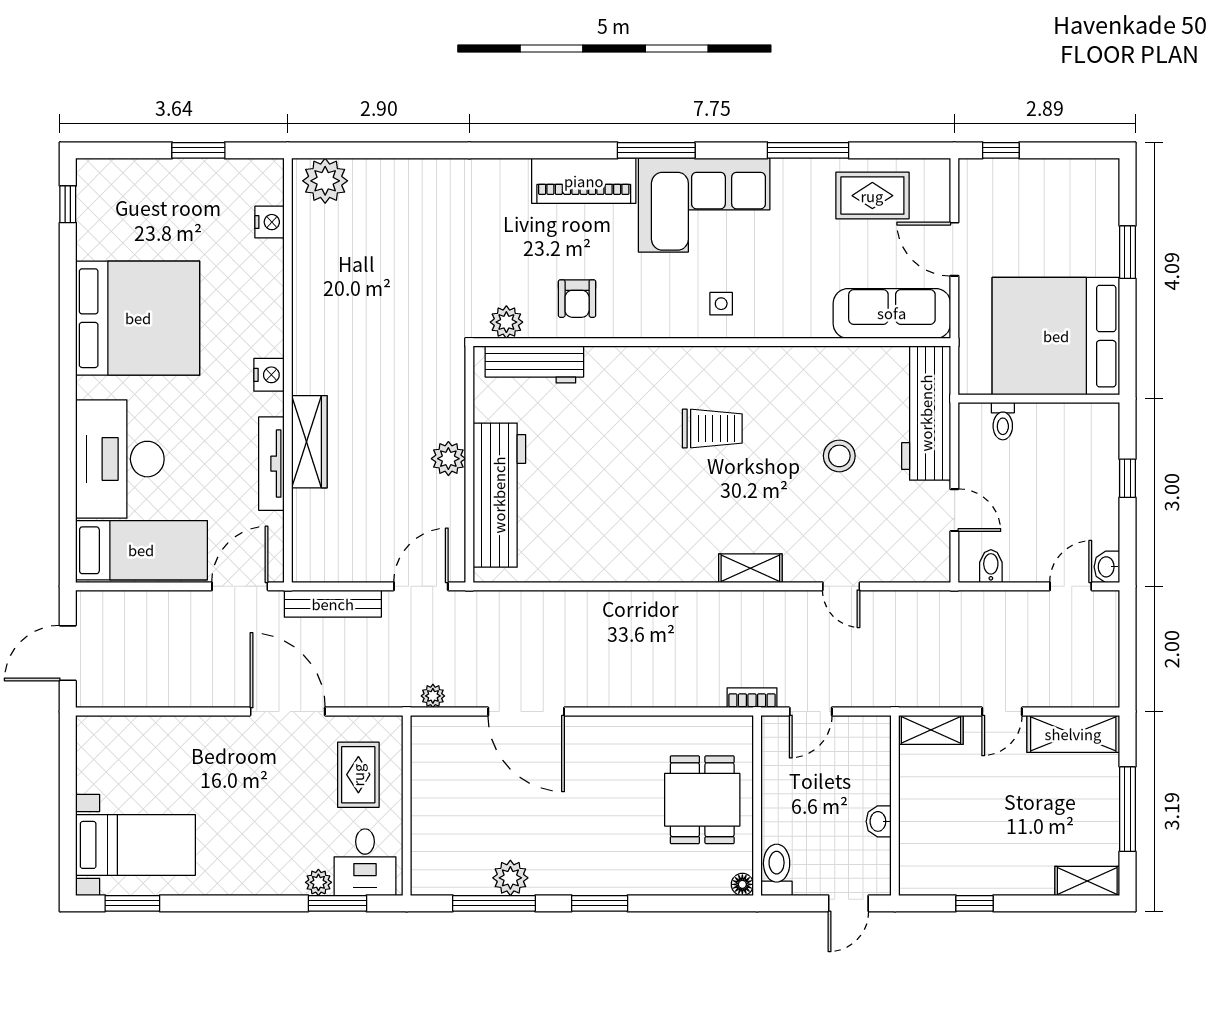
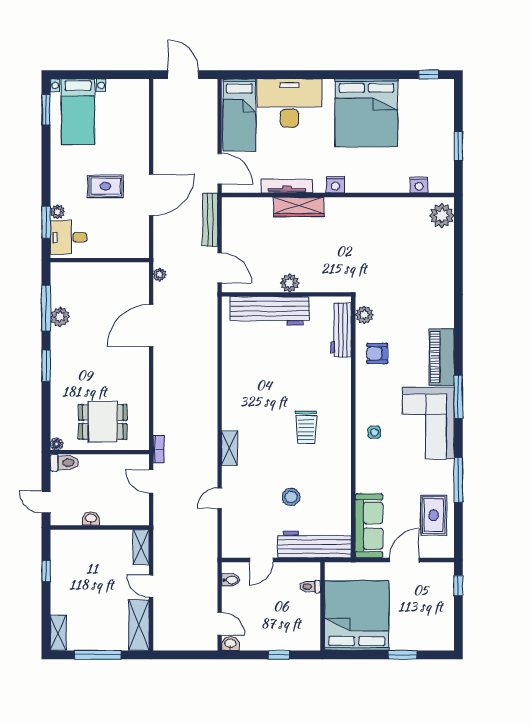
rug: (358, 775) -> (105, 186), moved

